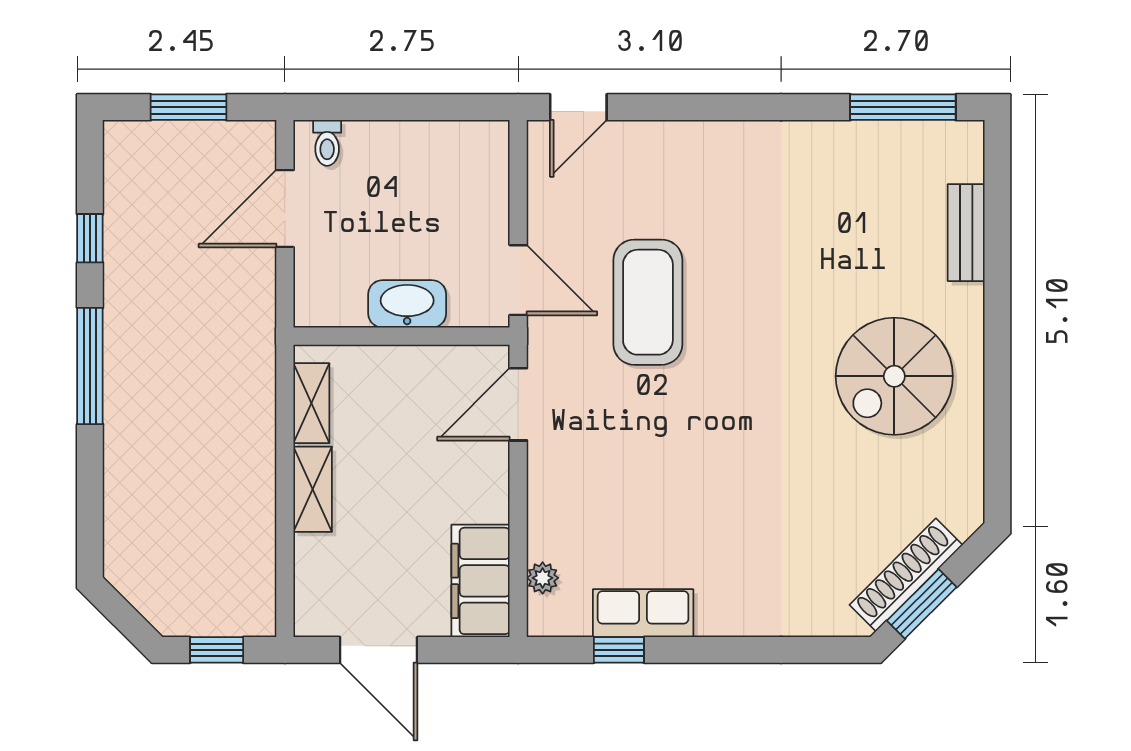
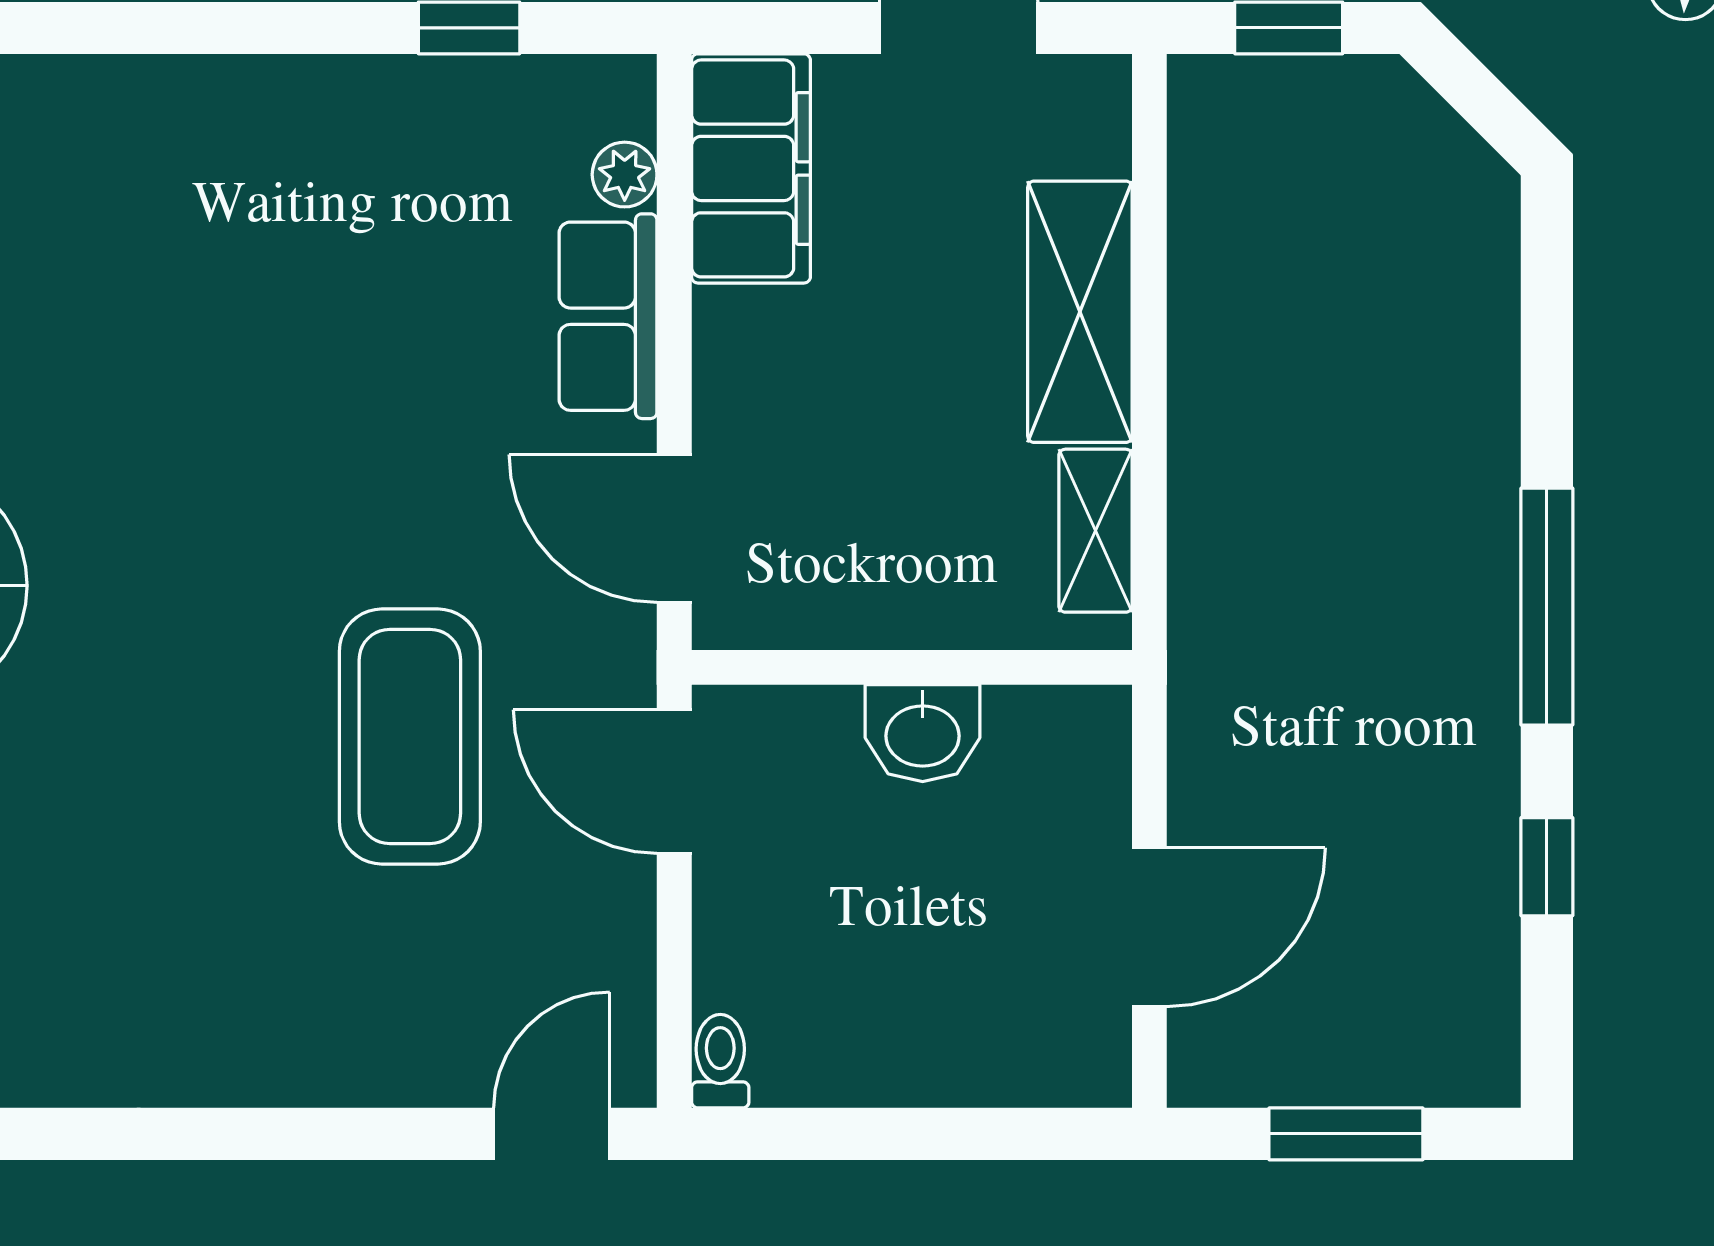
toilet: (327, 143) -> (720, 1061), moved
washbasin: (407, 304) -> (923, 733), width x0.72
door: (518, 404) -> (674, 528), swing flipped
shelving: (313, 489) -> (1080, 312), width x1.50, depth x1.33
row of seats: (643, 613) -> (608, 316), moved, turned 90

